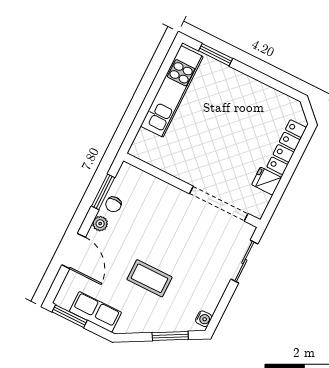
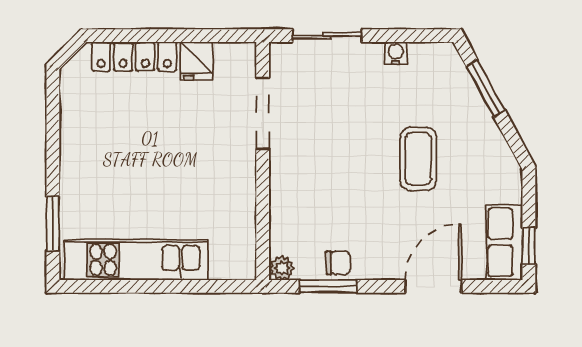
doorway: (219, 204) -> (263, 113), width x0.73
plant: (100, 224) -> (282, 268), moved
row of seats: (95, 312) -> (505, 242), moved
window: (70, 316) -> (529, 246), width x0.67
water cooler: (204, 319) -> (396, 53), moved

